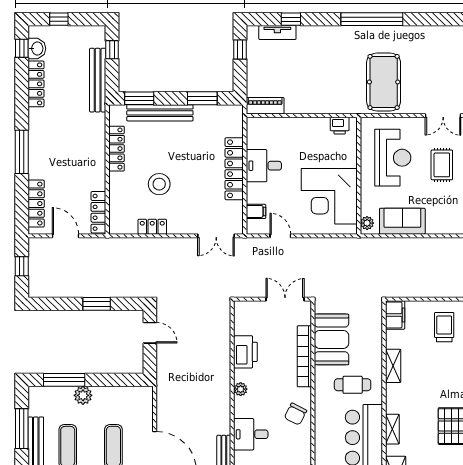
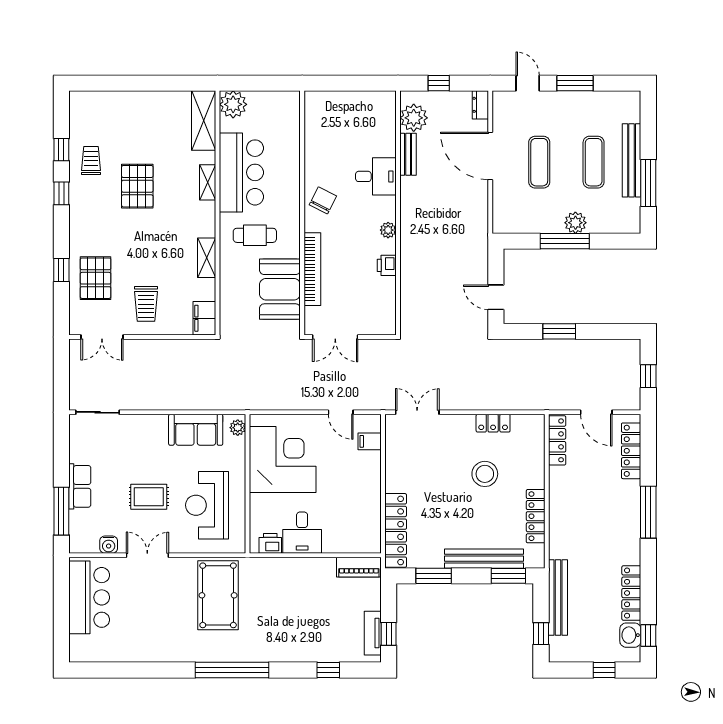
tv unit: (277, 33) -> (373, 633), moved, turned -90
rug: (442, 165) -> (149, 497), turned 90
desk: (264, 166) -> (302, 533), moved, turned 90
locker: (234, 169) -> (396, 530), moved
printer: (245, 352) -> (387, 265), width x0.53, depth x0.68
window: (64, 380) -> (565, 241), moved

